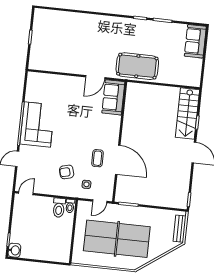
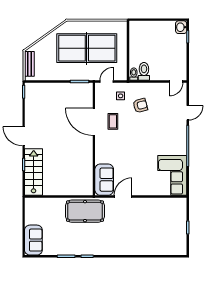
corner sofa: (37, 125) -> (172, 175), moved

